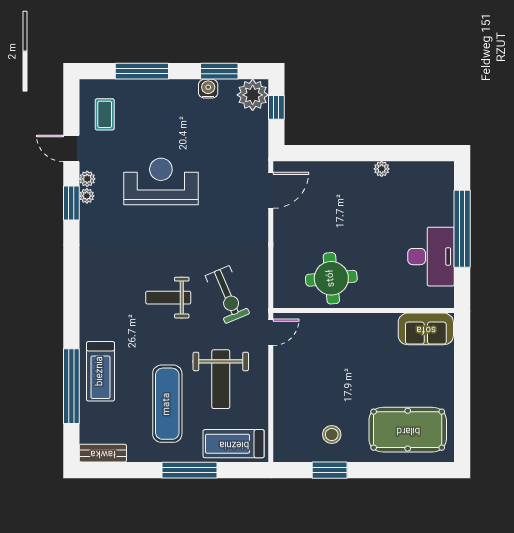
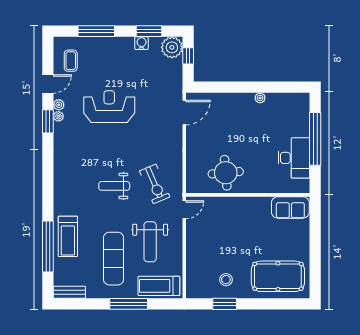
door: (71, 148) -> (48, 84), swing flipped

